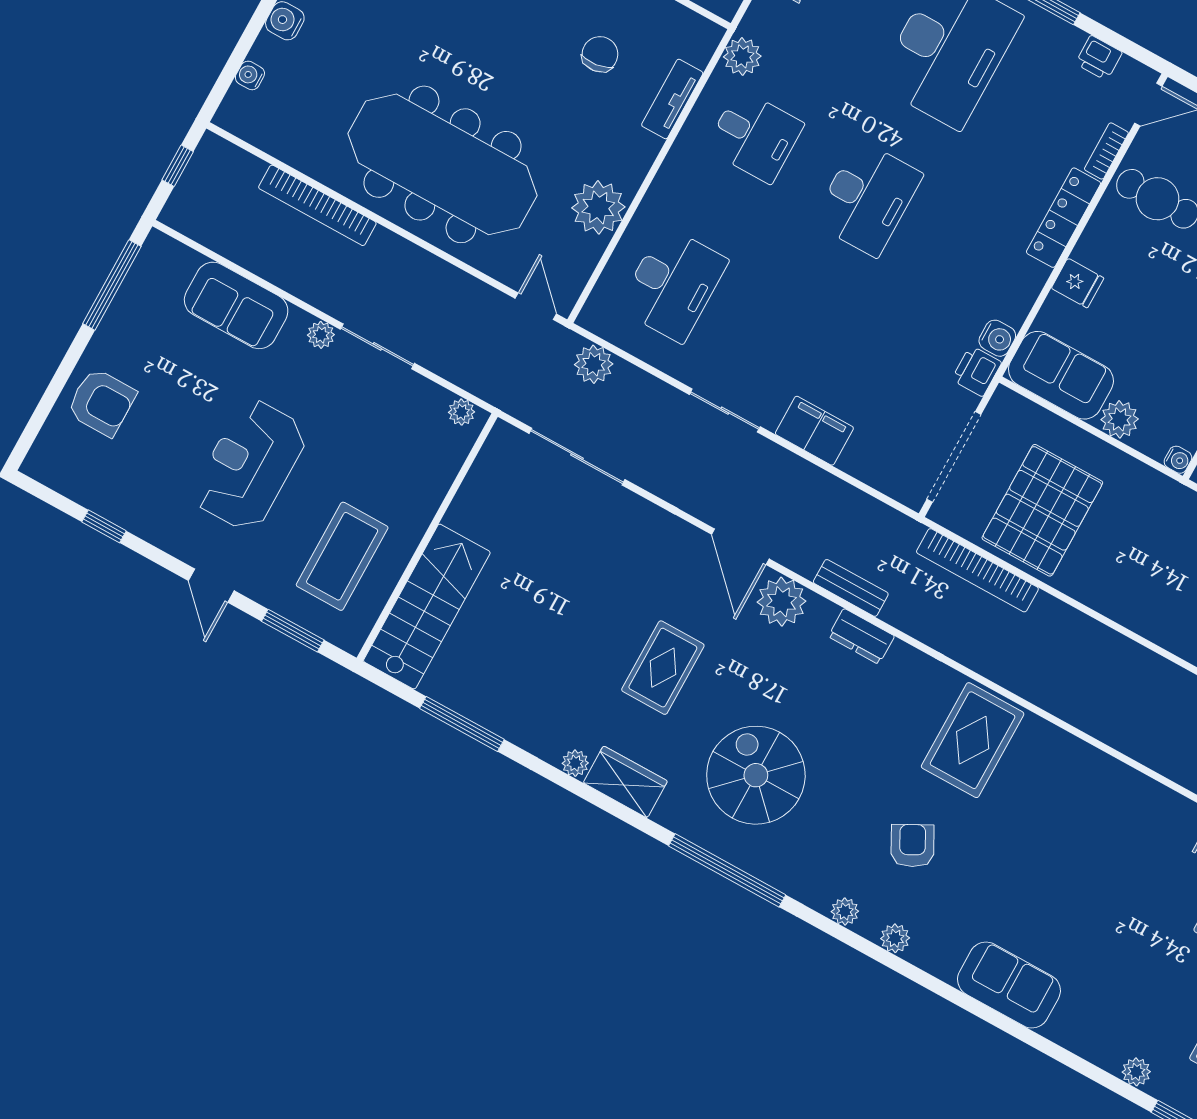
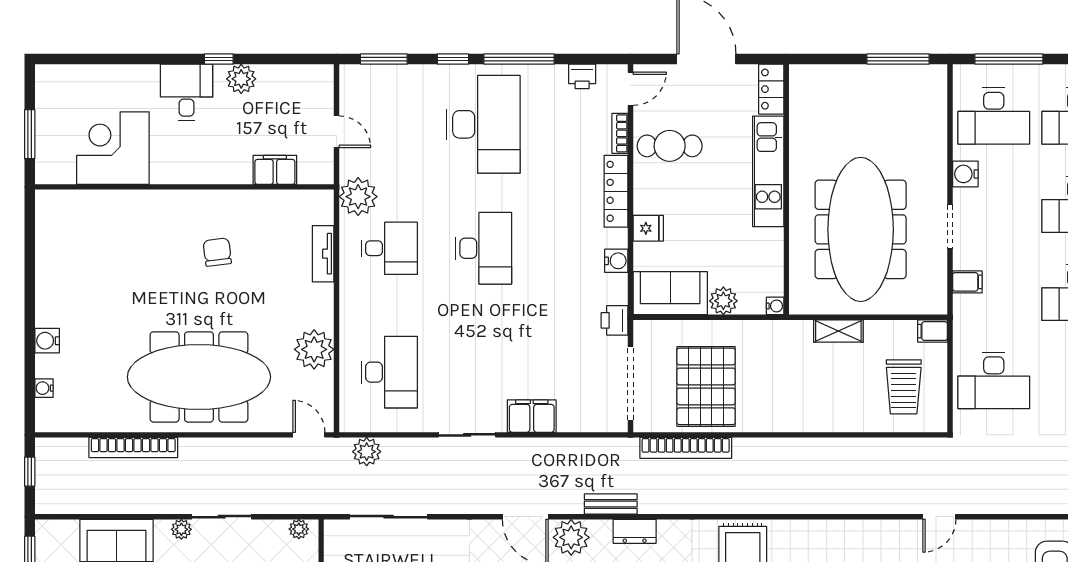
chair: (600, 54) -> (217, 252), moved
plant: (742, 56) -> (358, 197), width x1.36, depth x1.36
water cooler: (997, 338) -> (616, 261), moved

